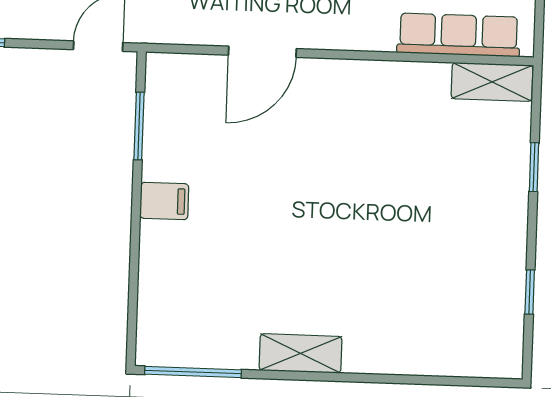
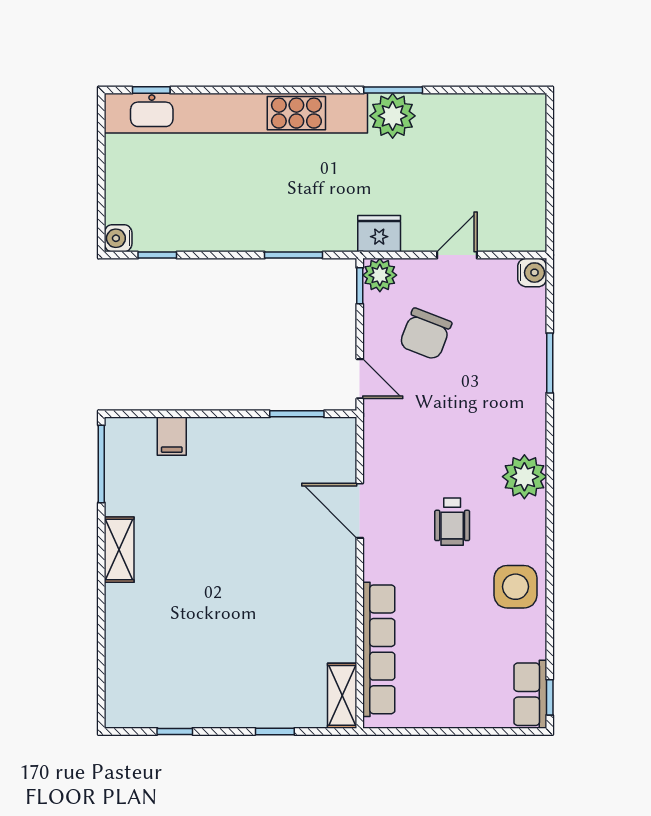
row of seats: (459, 35) -> (379, 649), width x1.36
filing cabinet: (164, 201) -> (172, 436), moved

